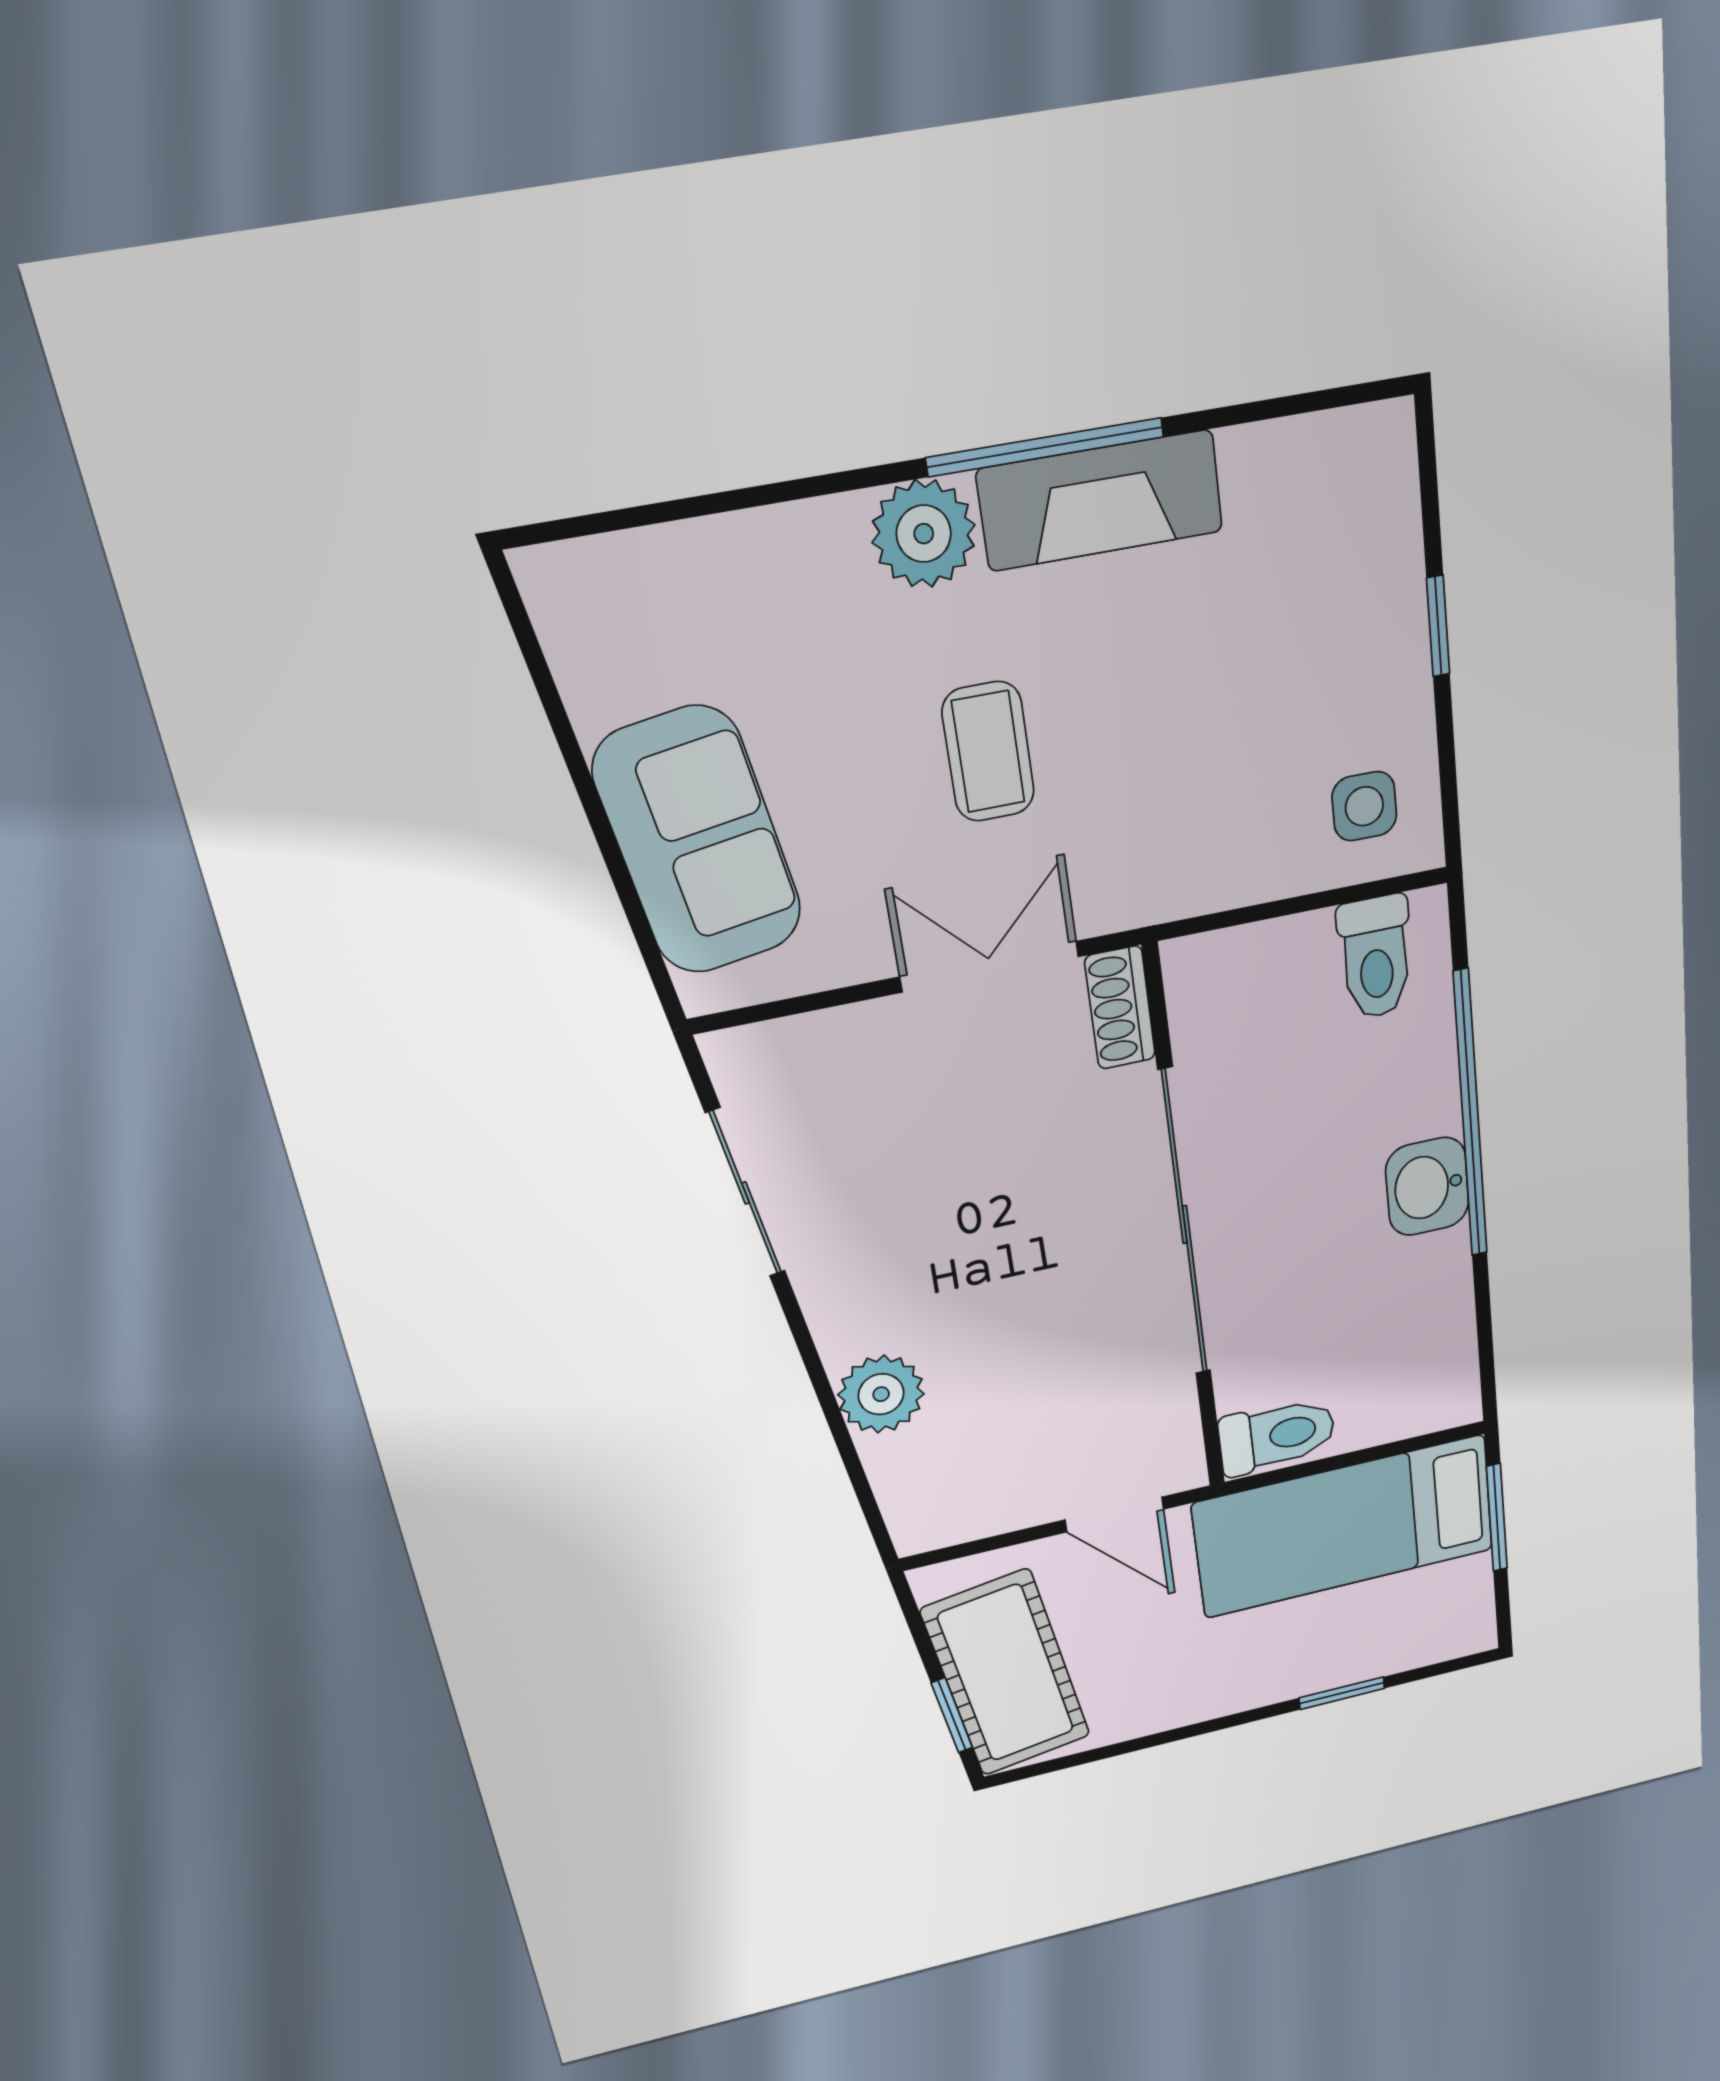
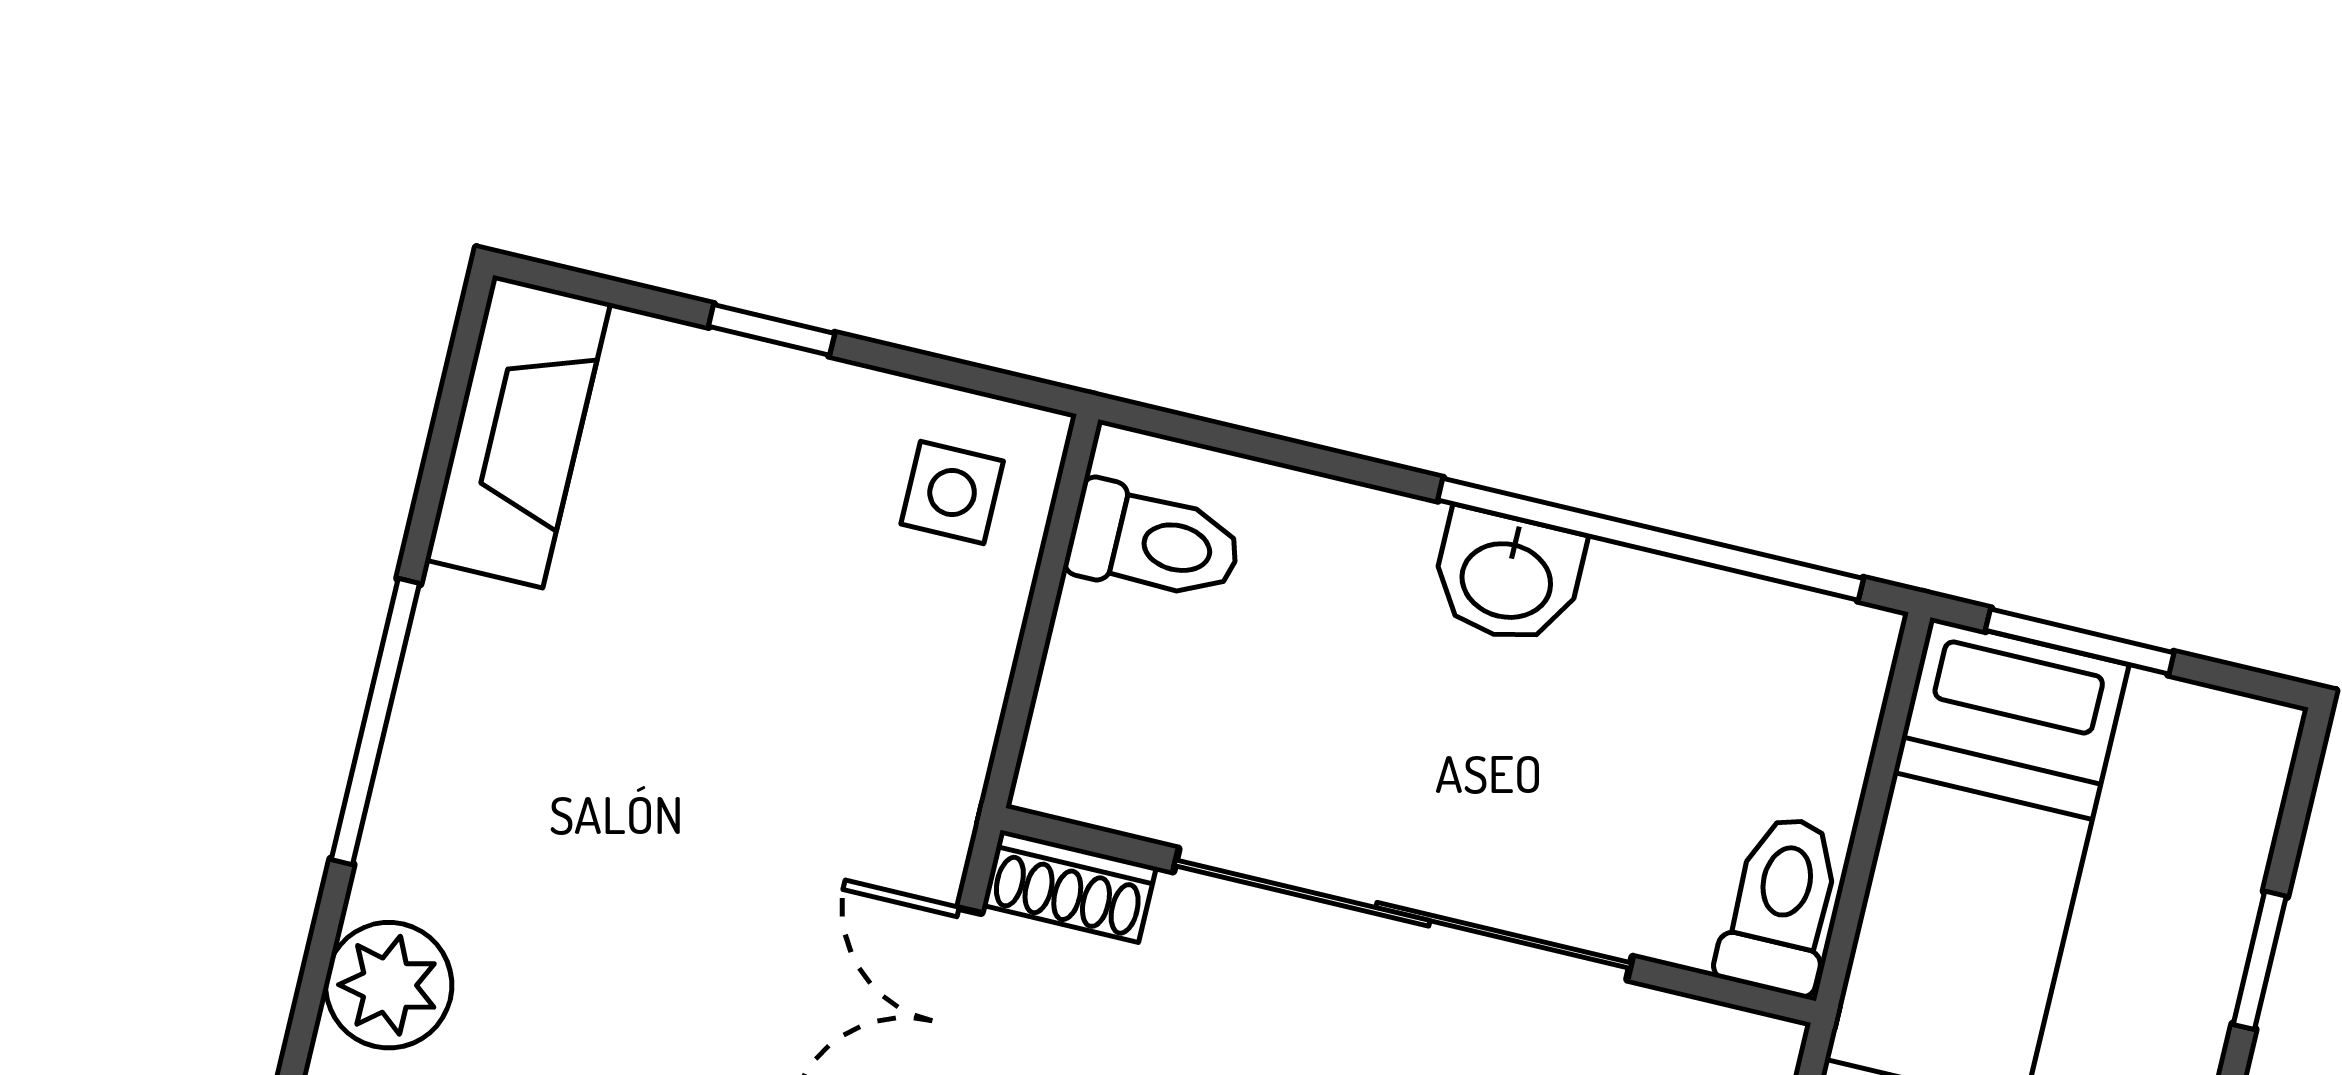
fireplace: (1100, 501) -> (518, 432), moved
plant: (924, 534) -> (389, 985), moved
coffee table: (988, 752) -> (684, 921), removed
window: (1470, 1115) -> (1651, 539), moved

